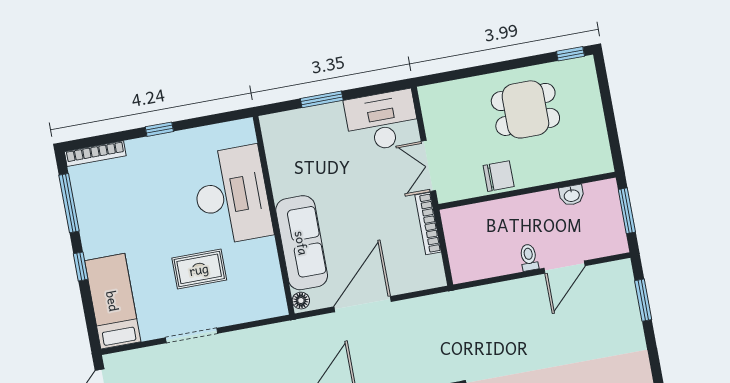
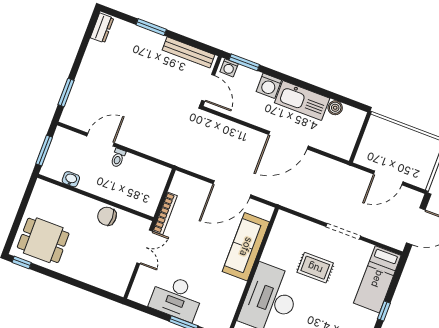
dining table: (525, 109) -> (43, 240), moved
desk: (382, 121) -> (176, 298), moved
floor lamp: (301, 301) -> (267, 213), removed

